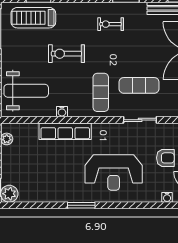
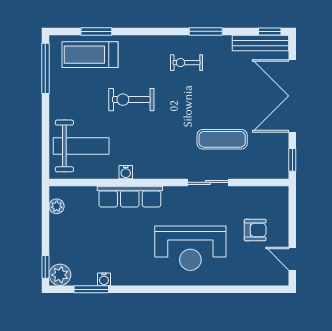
exercise mat: (101, 92) -> (174, 148), removed
sliding door: (140, 120) -> (208, 182), moved
water cooler: (167, 197) -> (104, 279), moved
window: (81, 205) -> (91, 289), moved

